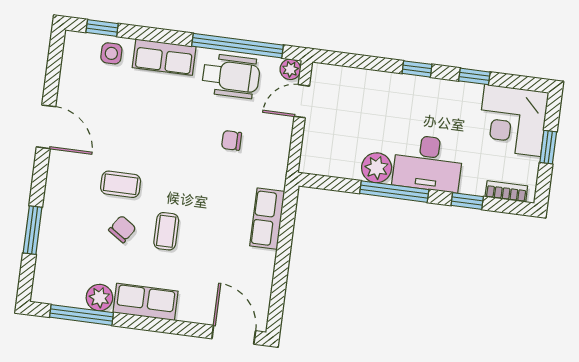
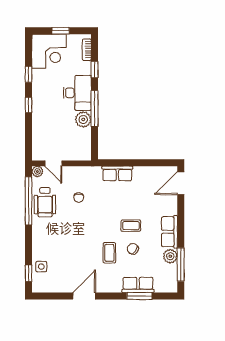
row of seats: (164, 57) -> (138, 285), moved, turned -90
wheelchair: (231, 76) -> (45, 202), turned 180

